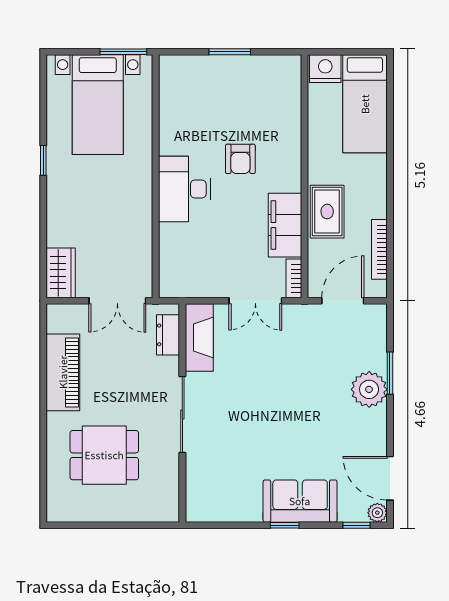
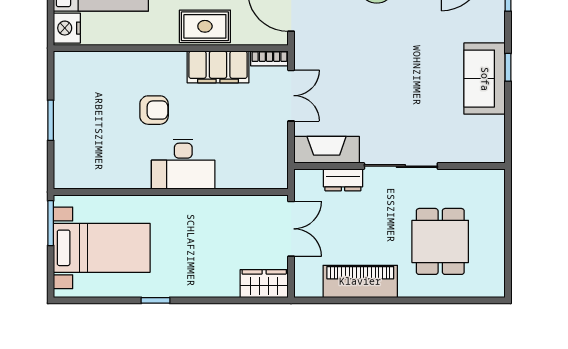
dresser: (168, 335) -> (343, 180), moved
sofa: (300, 501) -> (485, 79), moved

